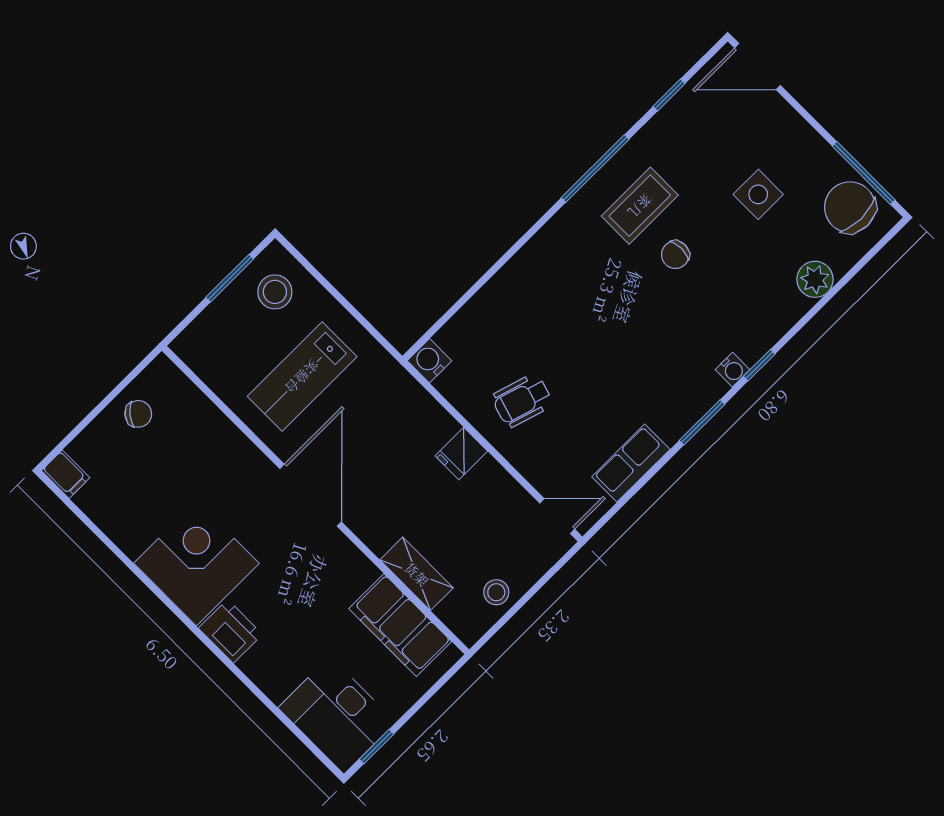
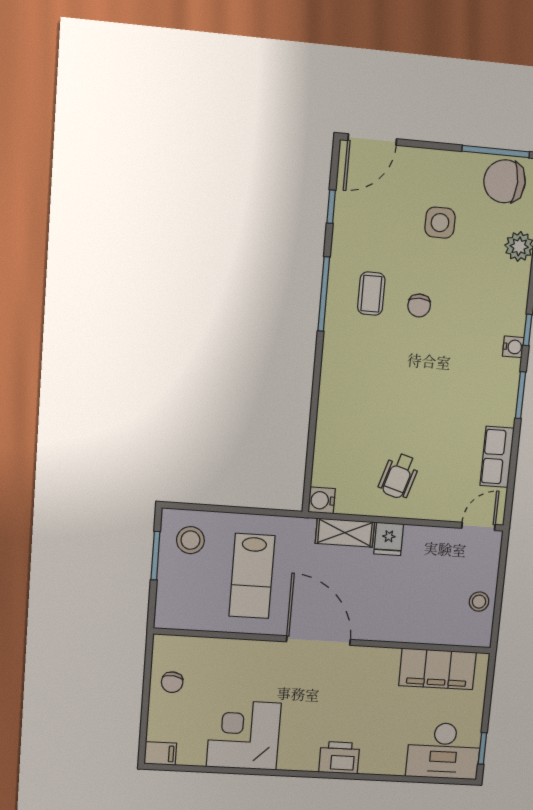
coffee table: (640, 206) -> (371, 294), width x0.73, depth x0.77
chair: (138, 414) -> (172, 682), turned 147
corner desk: (196, 563) -> (244, 735), moved
shelving: (417, 574) -> (345, 533), moved

